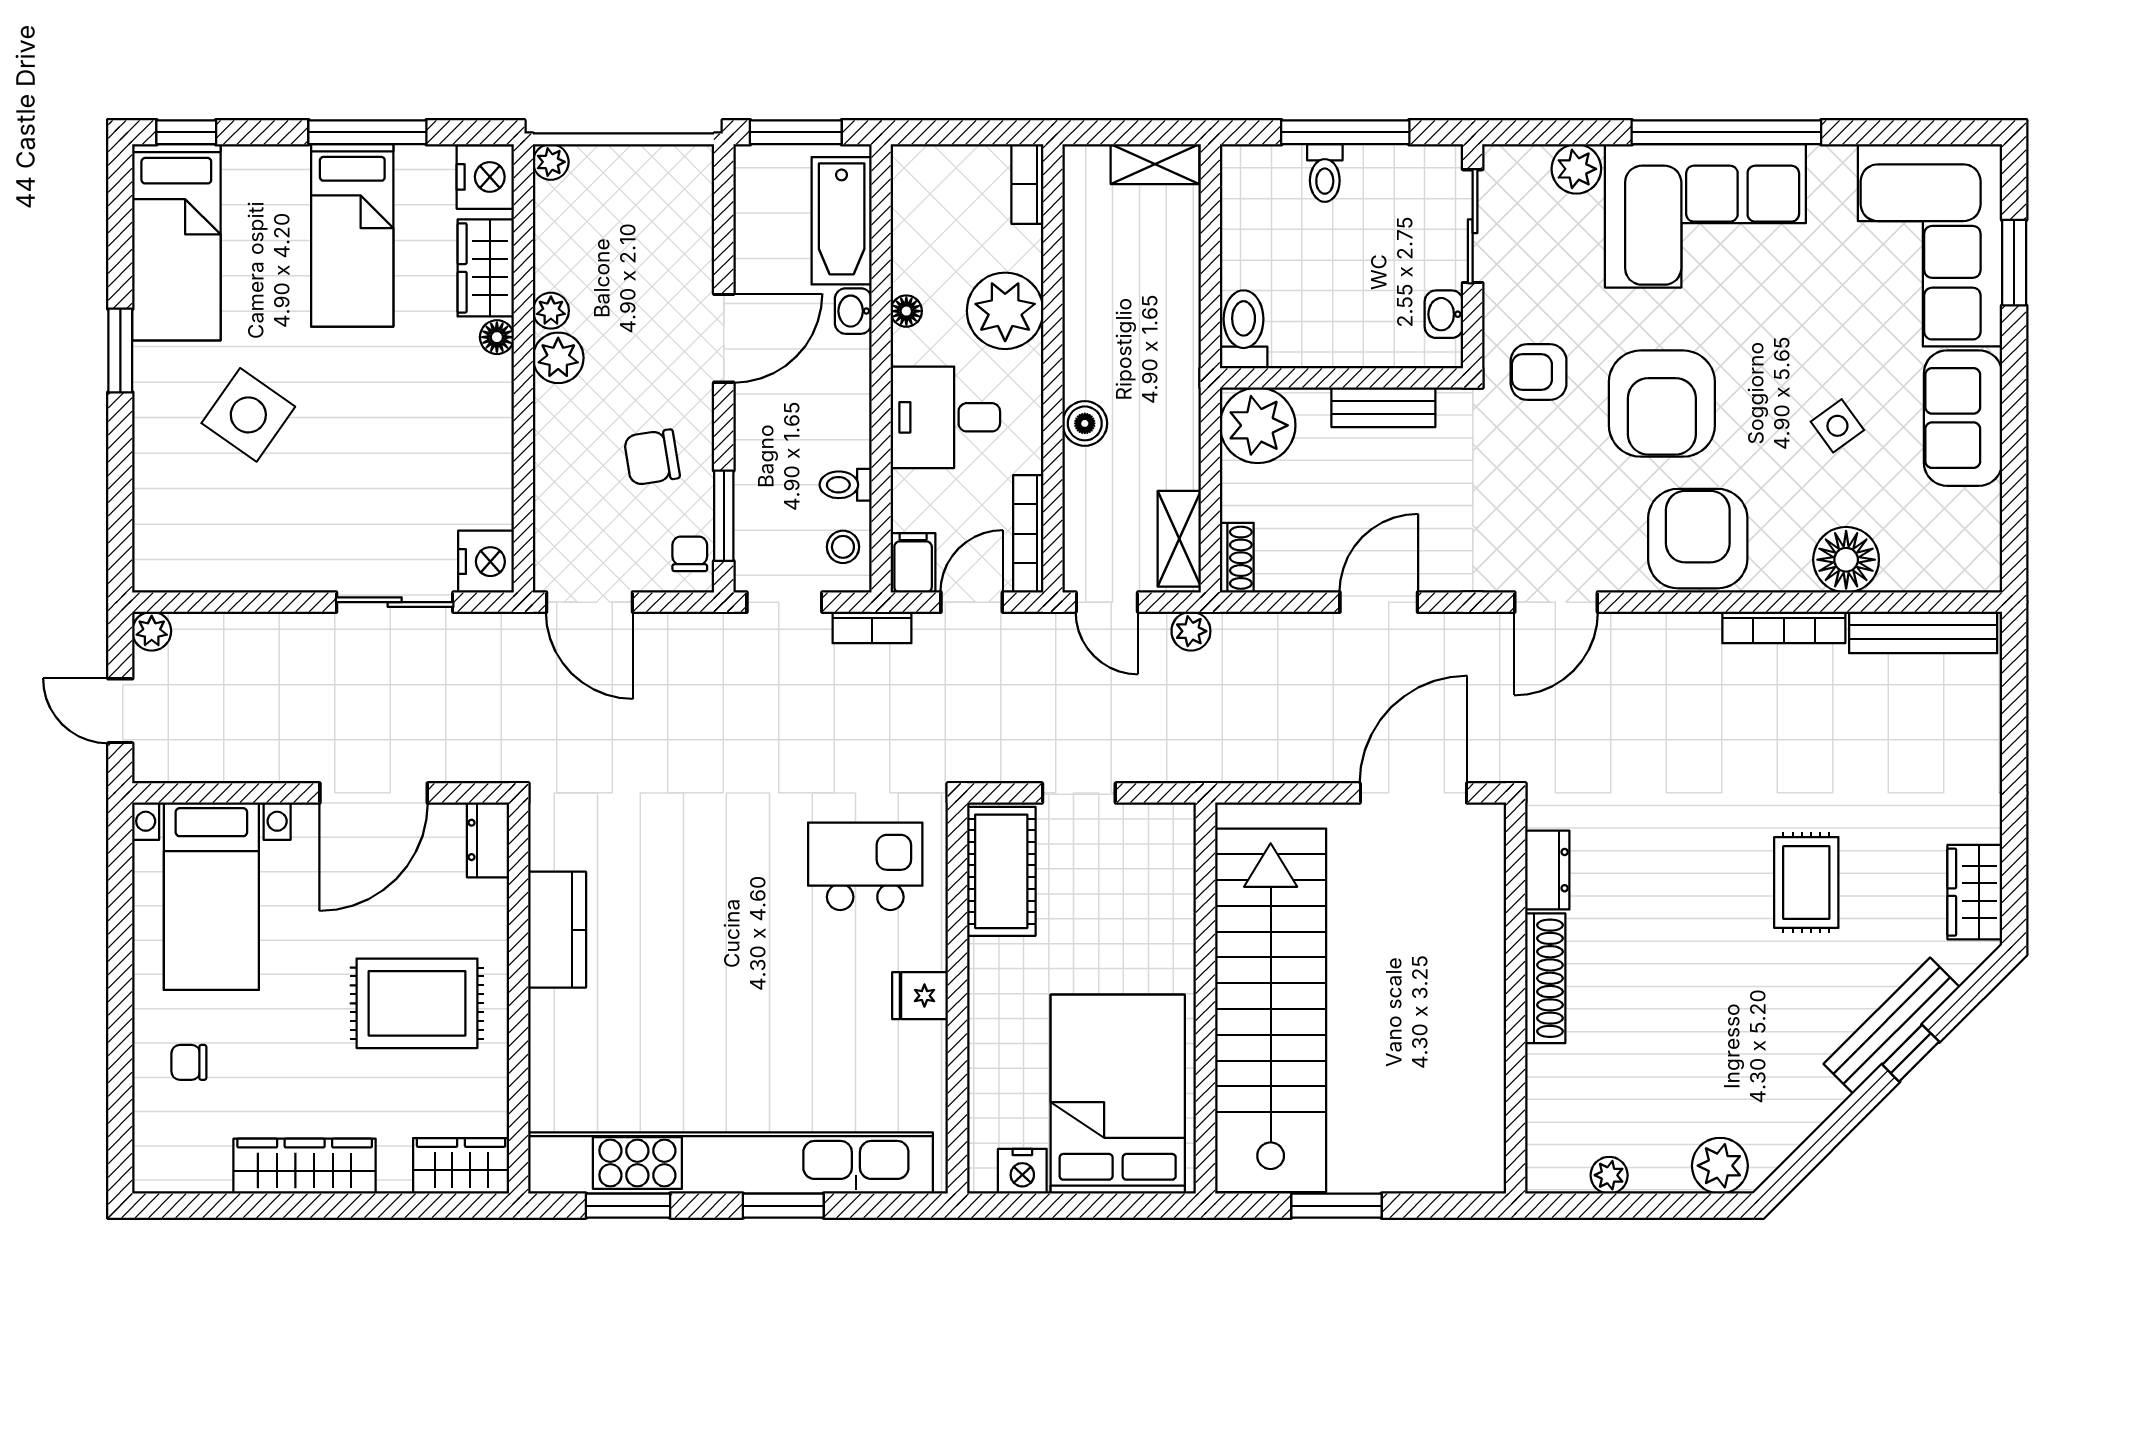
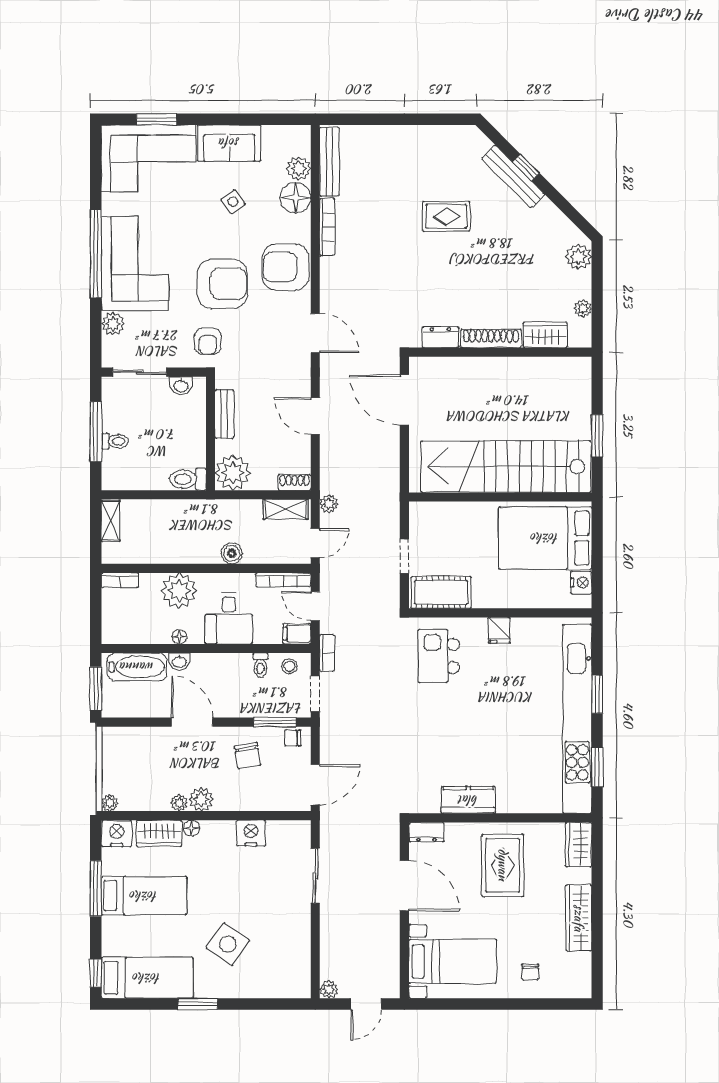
nightstand: (486, 562) -> (251, 833), moved
plant: (1909, 567) -> (299, 168), added
wardrobe: (1975, 892) -> (545, 335), moved, turned 180

